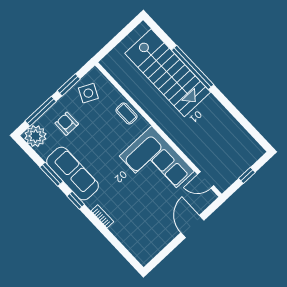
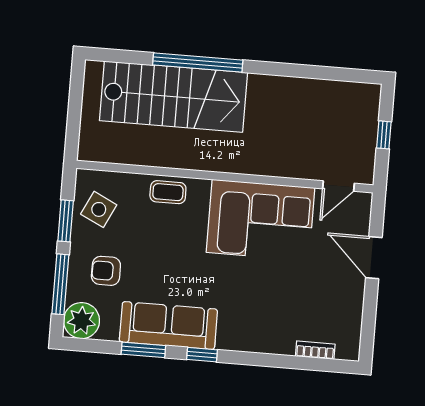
bookcase: (102, 216) -> (315, 350), moved

